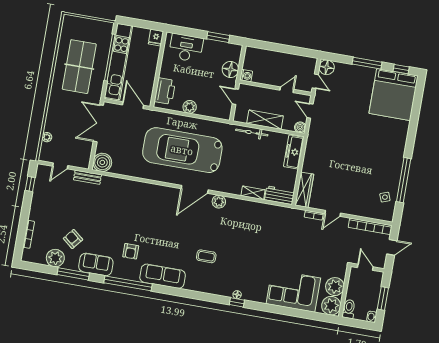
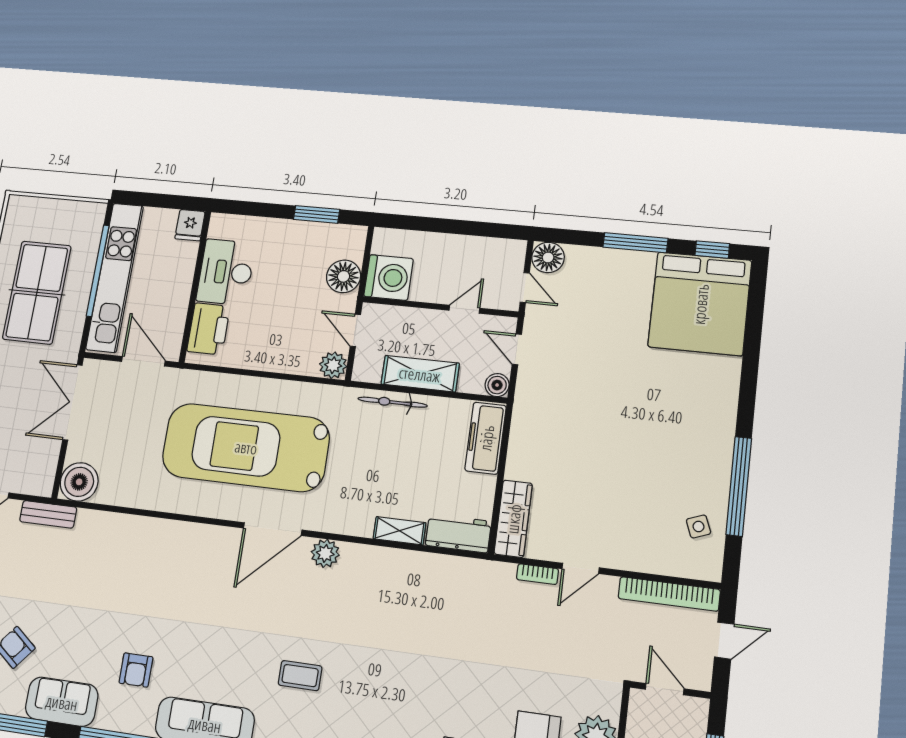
desk: (186, 48) -> (226, 272), moved, turned -90
washing machine: (246, 76) -> (389, 278), width x1.89, depth x1.89
plant: (190, 107) -> (333, 365), moved

